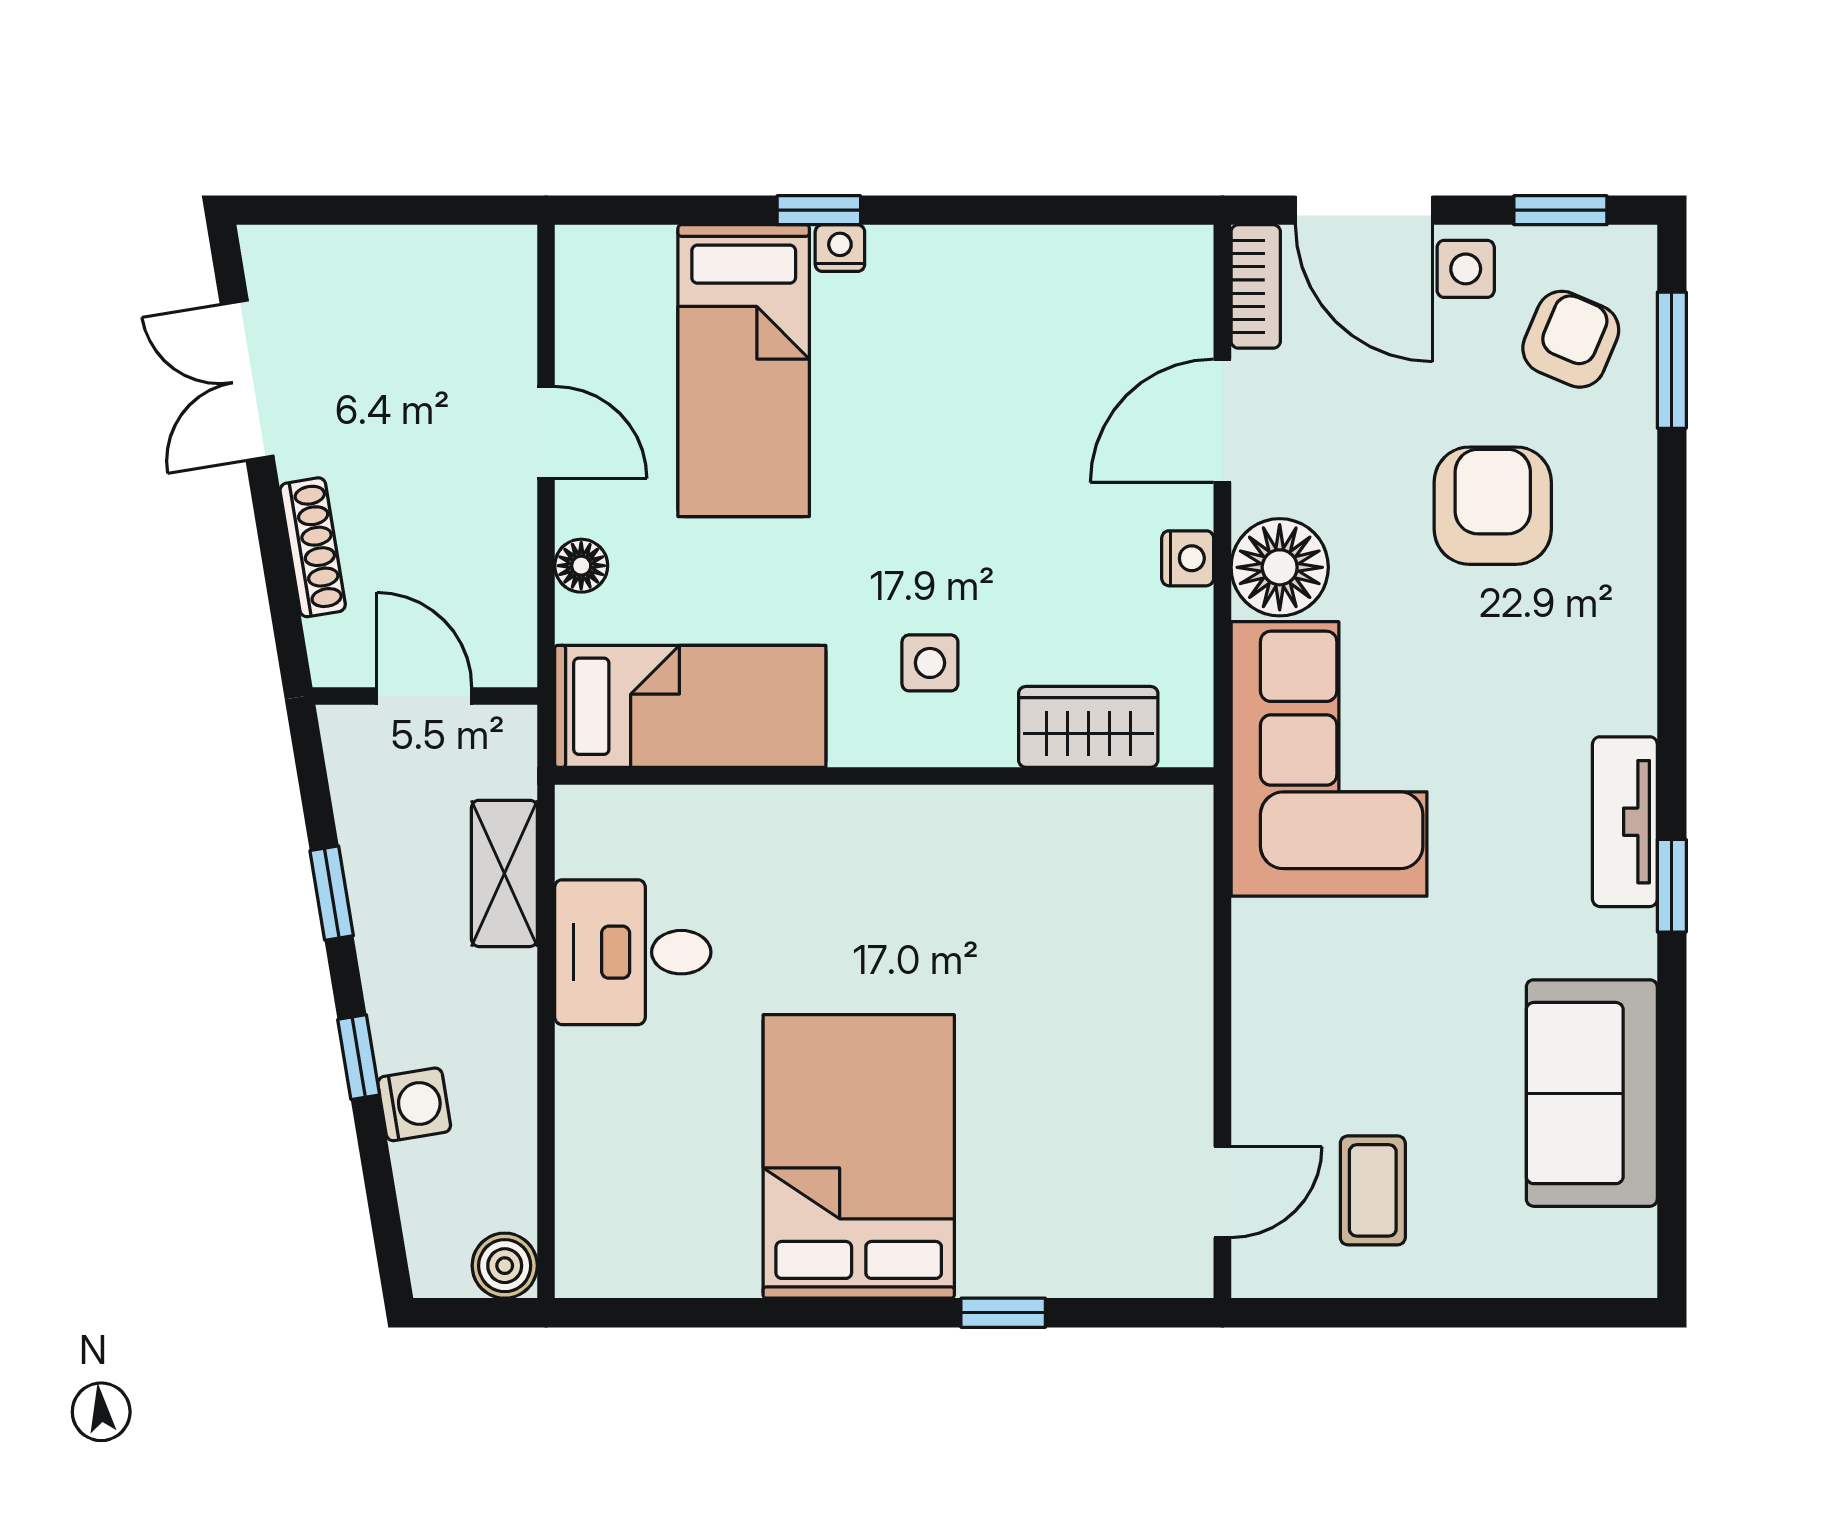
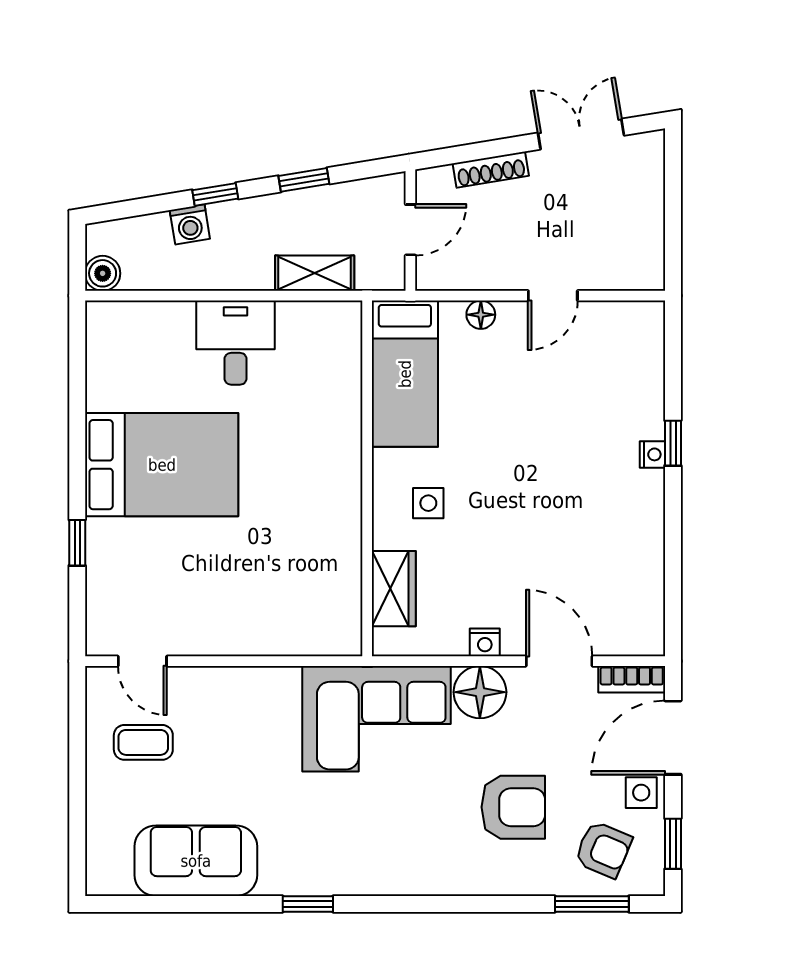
bed: (744, 371) -> (586, 402), removed
tv unit: (1625, 822) -> (343, 879), removed
desk: (633, 952) -> (236, 343), moved

